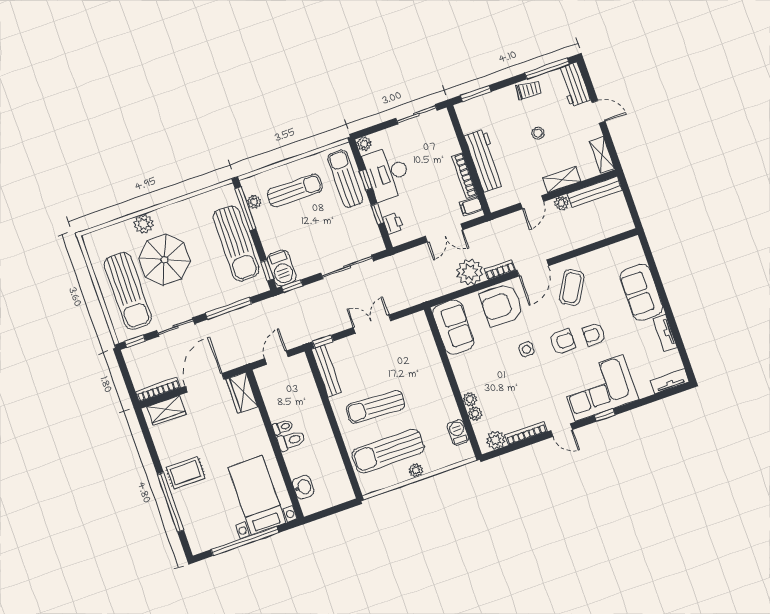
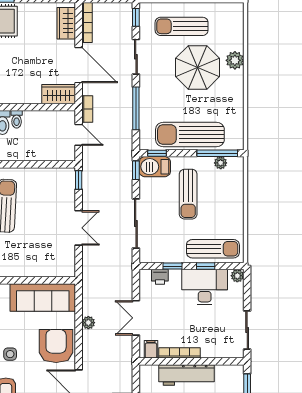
sun lounger: (295, 190) -> (188, 194), moved
bookcase: (500, 270) -> (87, 109), moved
plant: (470, 272) -> (88, 323), width x0.53, depth x0.53
sun lounger: (128, 291) -> (182, 26), width x0.73, depth x0.75
sofa: (453, 327) -> (43, 297), width x1.36
bench: (326, 371) -> (52, 174), removed

